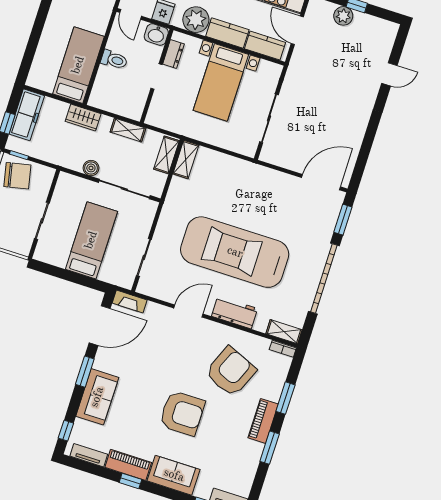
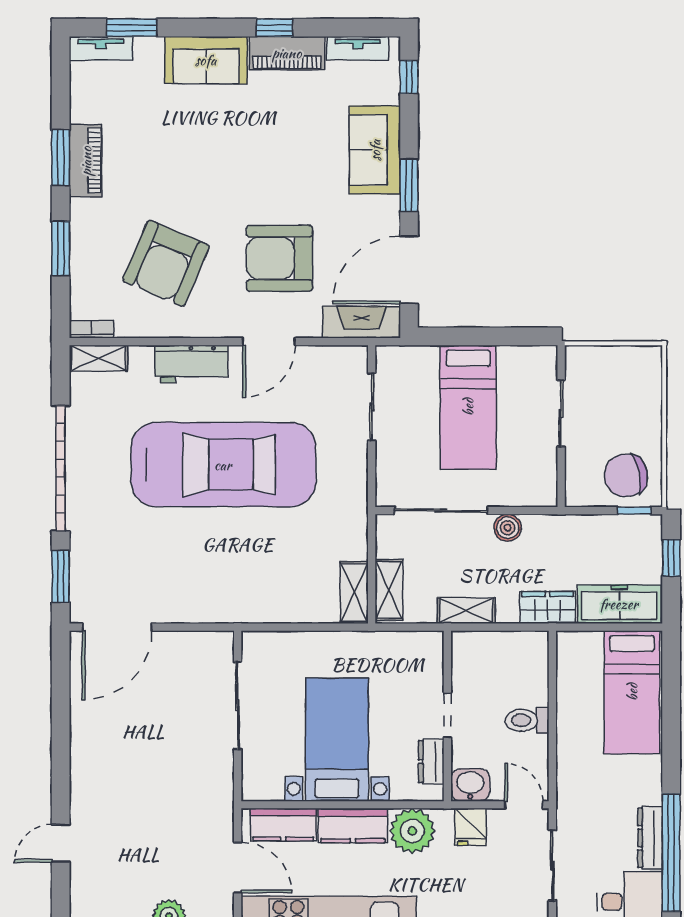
bed: (78, 65) -> (632, 692), moved
freezer: (27, 115) -> (619, 604), moved, turned 90
fireplace: (130, 301) -> (361, 322), width x1.37, depth x1.32
armchair: (182, 413) -> (280, 258), moved
piano: (263, 421) -> (86, 161), moved

